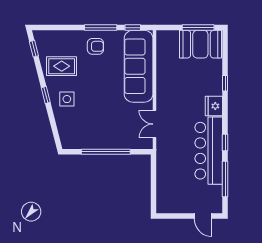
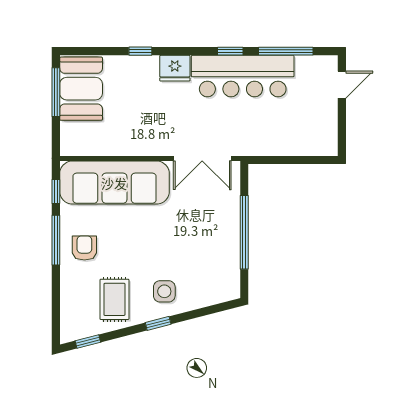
double door: (154, 124) -> (202, 158), width x1.37

